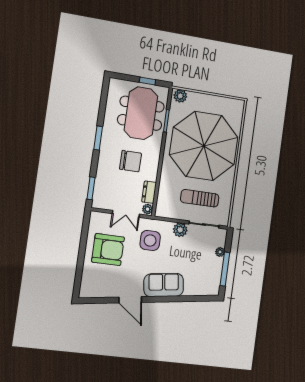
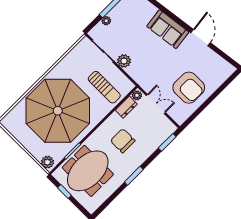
sun lounger: (200, 198) -> (104, 87), moved
side table: (150, 240) -> (153, 70), removed
armchair: (108, 249) -> (189, 88), turned 180

